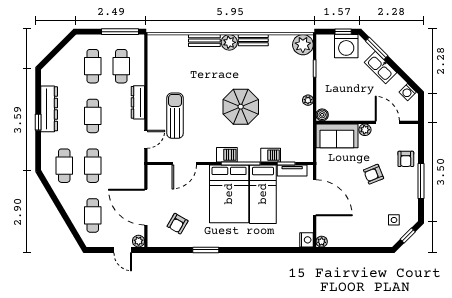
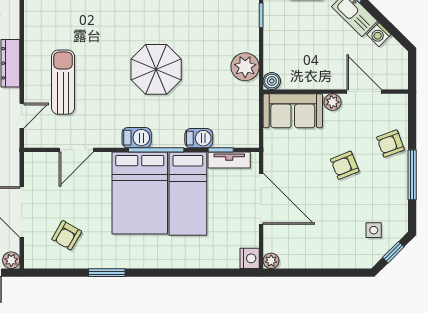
washing machine: (408, 92) -> (379, 34), moved
plant: (308, 100) -> (245, 67), width x1.87, depth x1.87
armchair: (406, 159) -> (390, 144), turned 70

